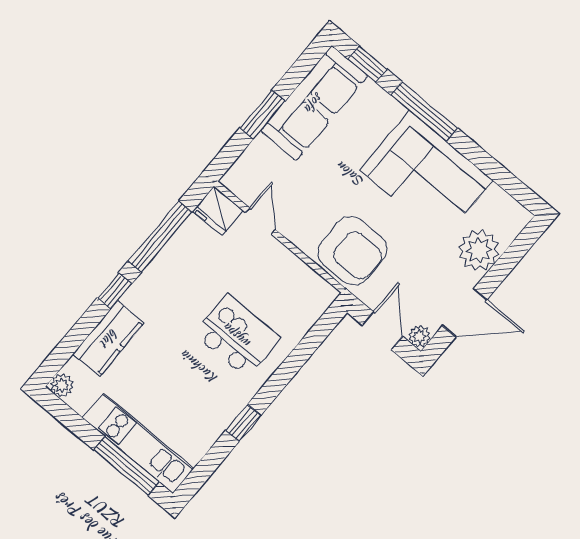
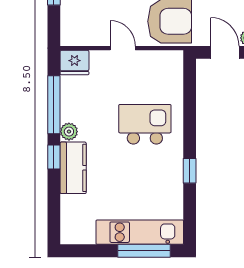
door: (260, 221) -> (123, 48), moved
kitchen counter: (109, 338) -> (73, 168), moved
plant: (62, 385) -> (69, 132), moved

